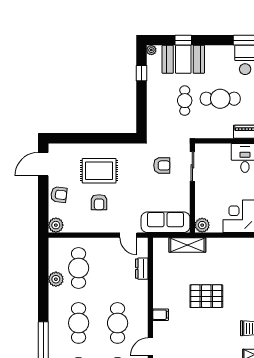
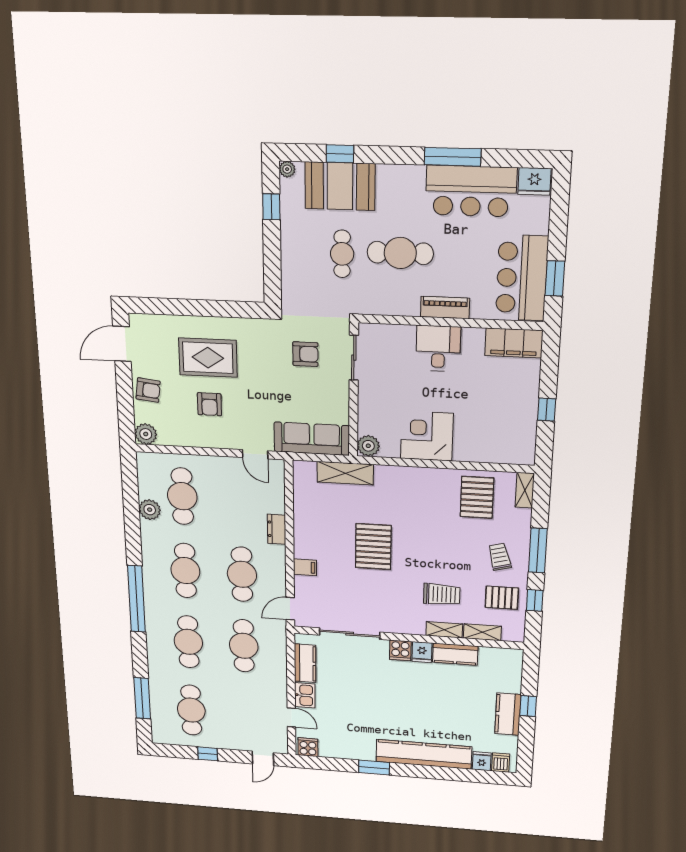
dresser: (142, 269) -> (277, 529), moved
pallet: (206, 296) -> (373, 547), turned 90

